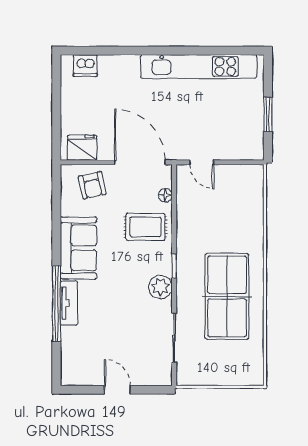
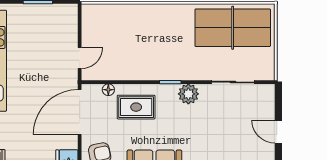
rug: (146, 227) -> (136, 107), turned 90
table tennis table: (227, 296) -> (233, 28), moved
door: (117, 390) -> (278, 132), hinge flipped

